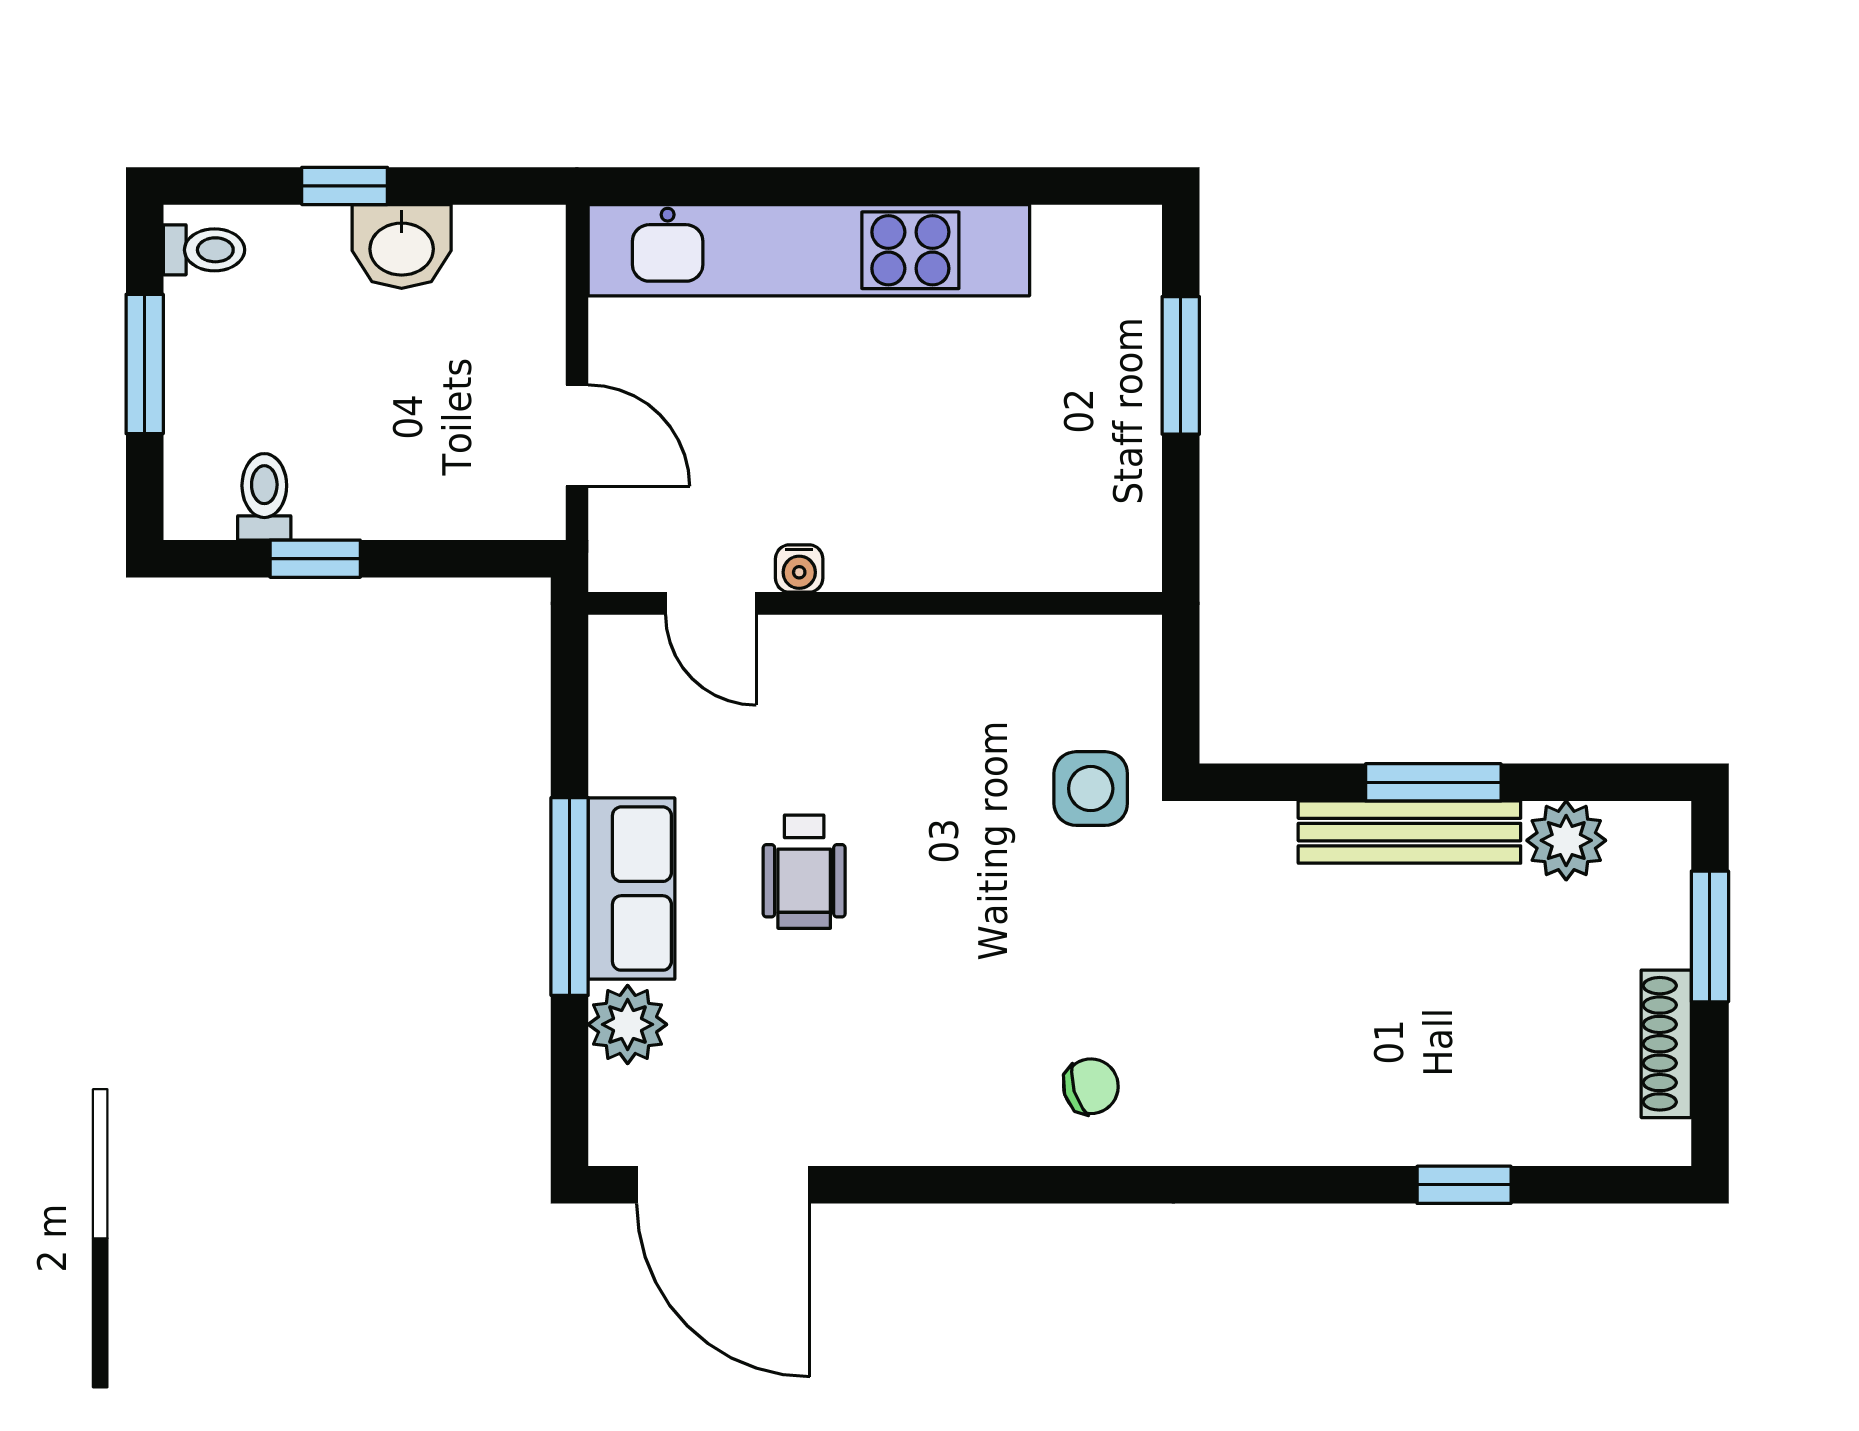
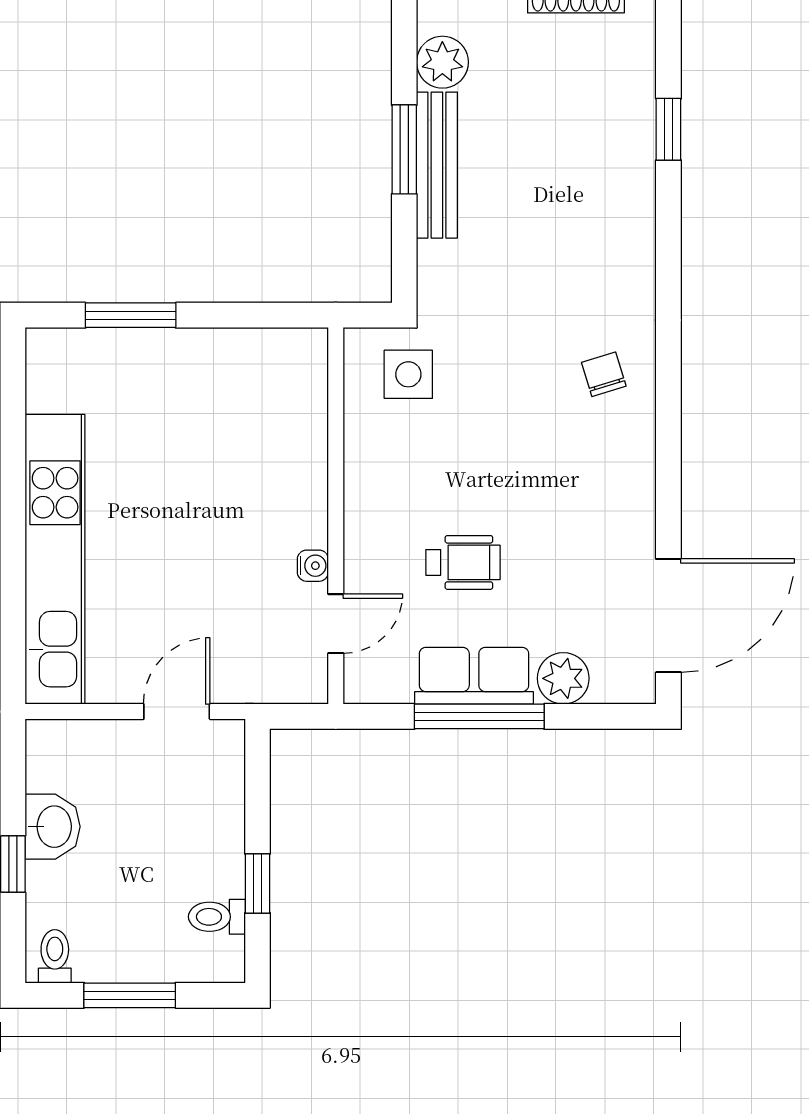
water cooler: (799, 568) -> (313, 566), moved
door: (711, 603) -> (336, 624), moved
wall: (875, 603) -> (336, 516), moved

